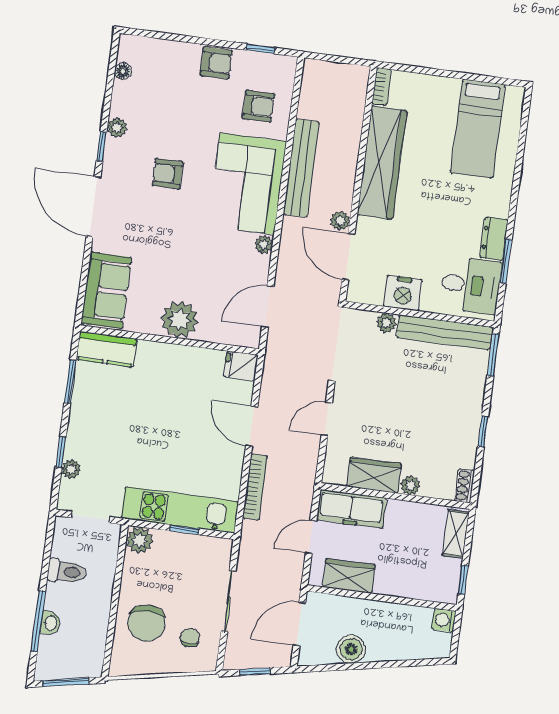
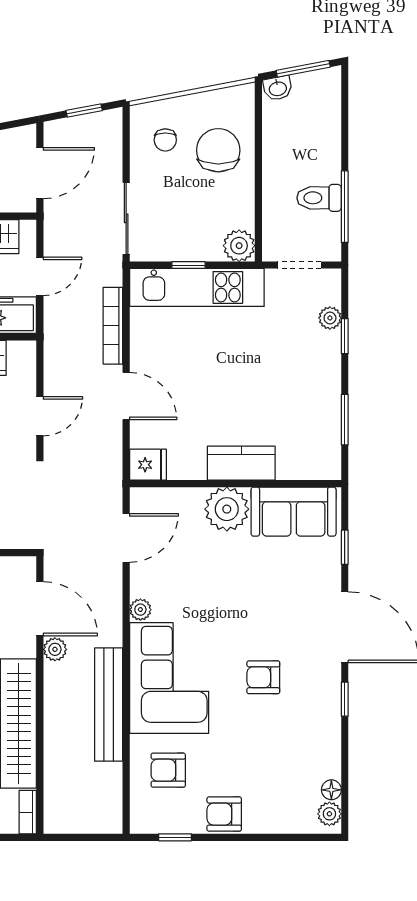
plant: (117, 128) -> (329, 814), moved
armchair: (168, 174) -> (263, 677), turned 180
window: (84, 274) -> (345, 547), added
sofa: (106, 290) -> (294, 512), moved, turned -90
kitchen counter: (106, 349) -> (241, 463), moved
sliding door: (228, 601) -> (126, 218), moved
window: (38, 621) -> (345, 207), moved
washbasin: (50, 623) -> (278, 88), moved, turned -101

